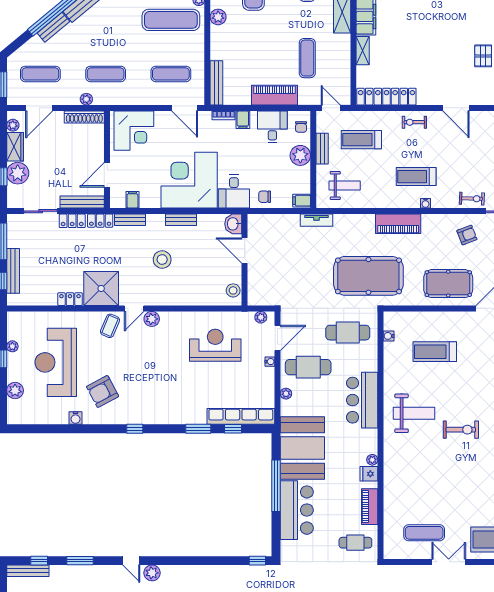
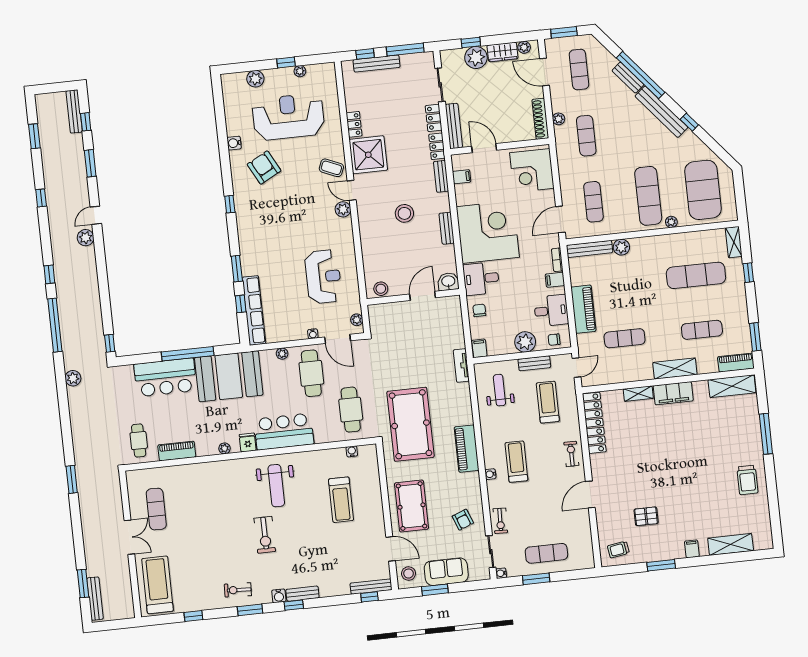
plant: (218, 17) -> (621, 247), moved
weight bench: (345, 185) -> (499, 390), turned 180
treadmill: (435, 352) -> (341, 500), turned 180
fridge: (369, 474) -> (248, 442), moved

